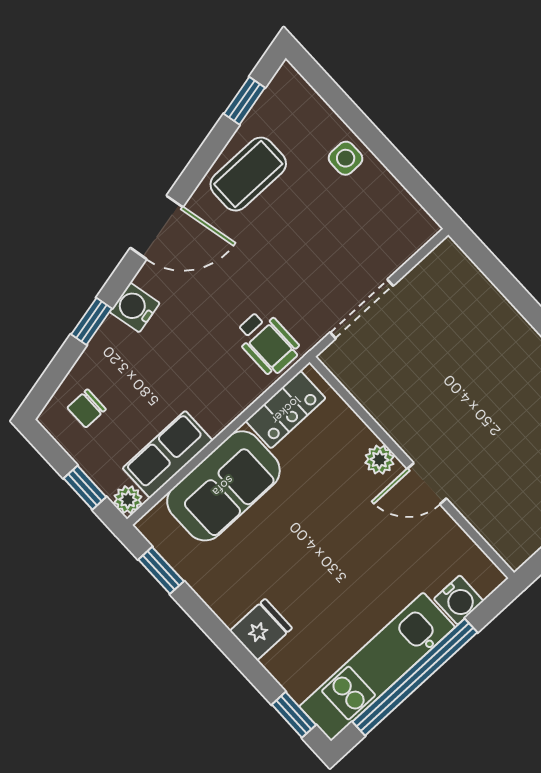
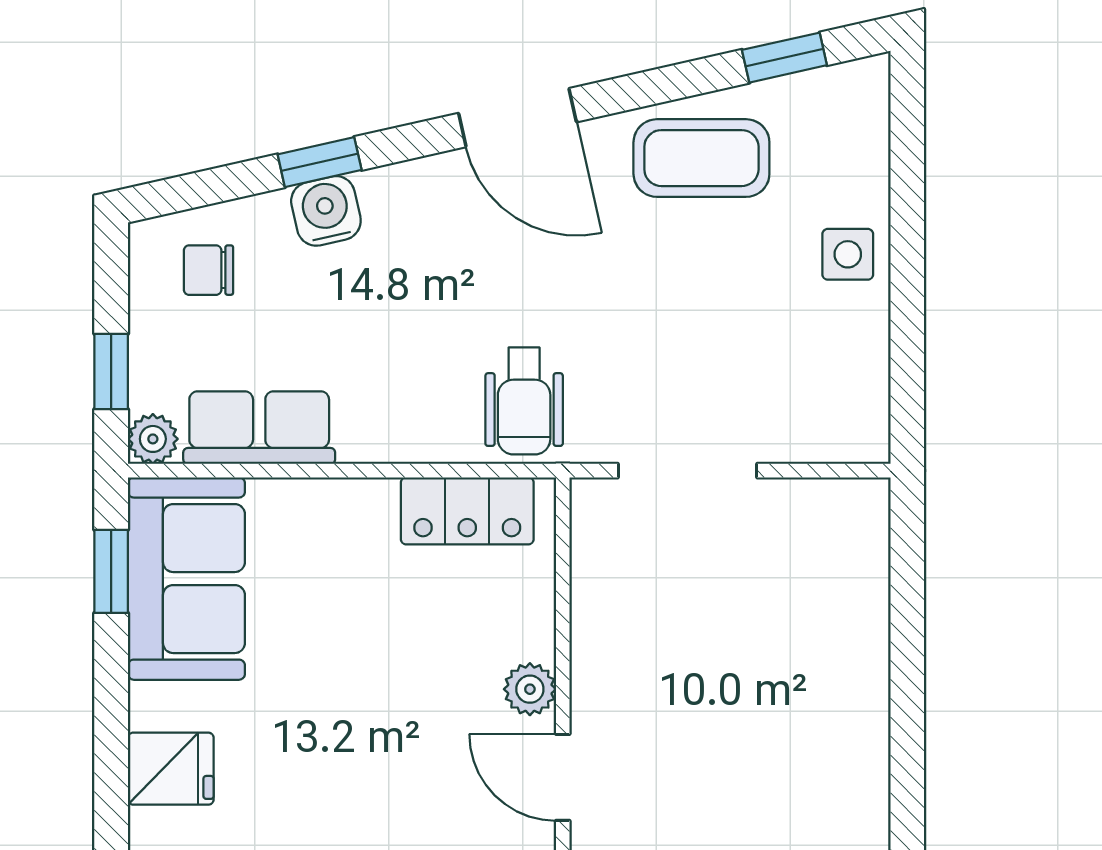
water cooler: (135, 307) -> (326, 211), moved
sofa: (223, 486) -> (186, 579), moved, turned -90

